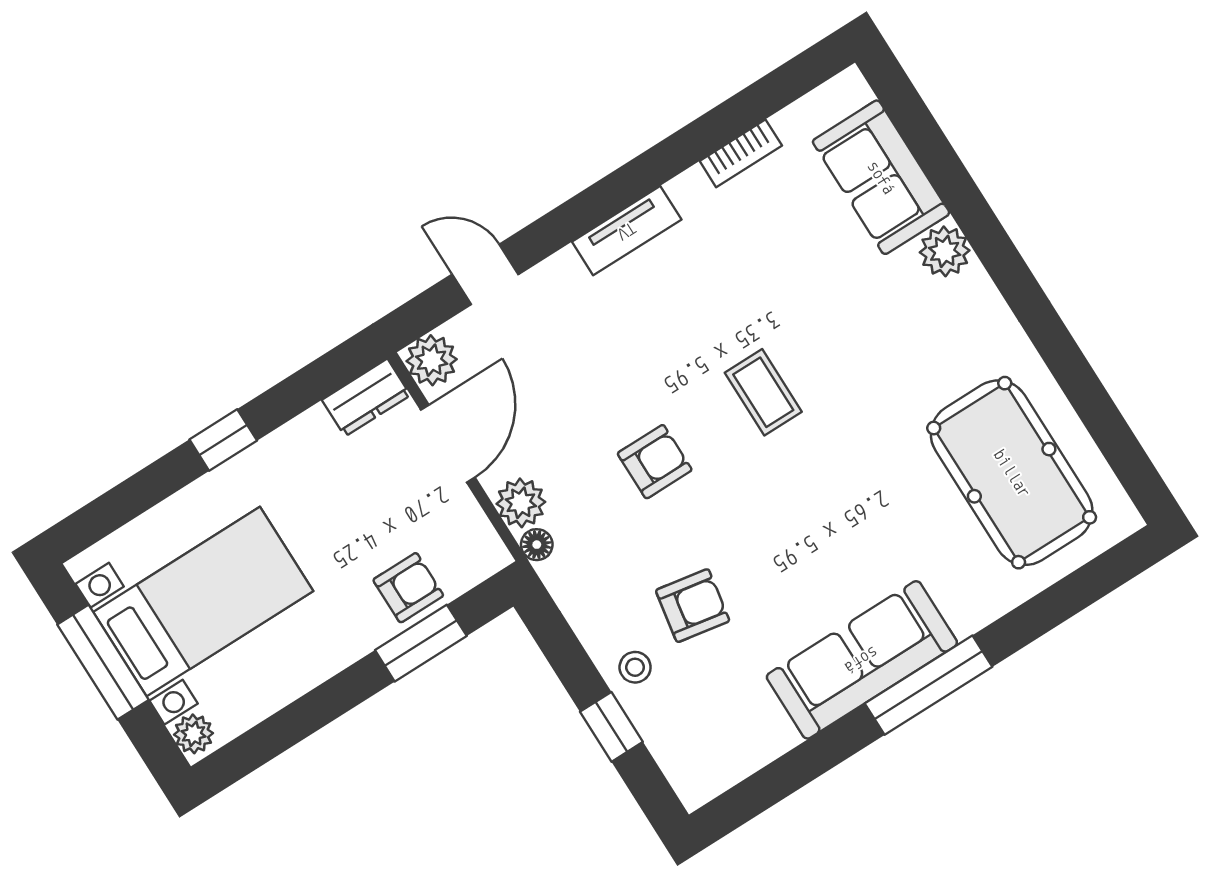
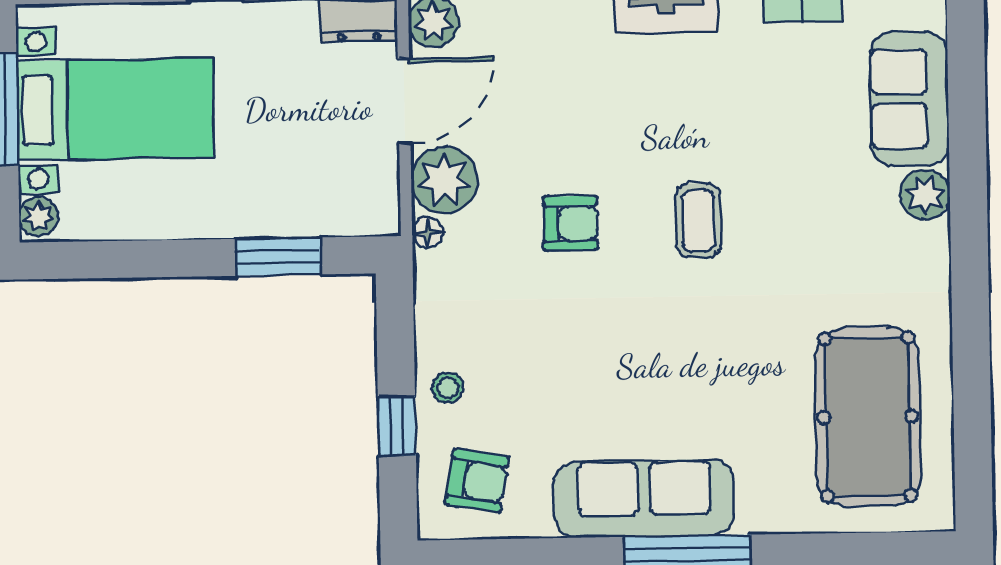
plant: (521, 503) -> (444, 180), width x1.36, depth x1.36
armchair: (408, 588) -> (296, 203), removed
armchair: (693, 606) -> (477, 481), moved

